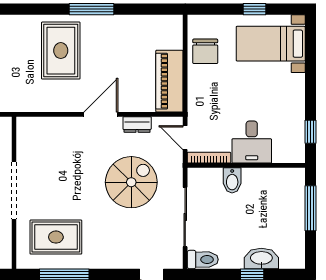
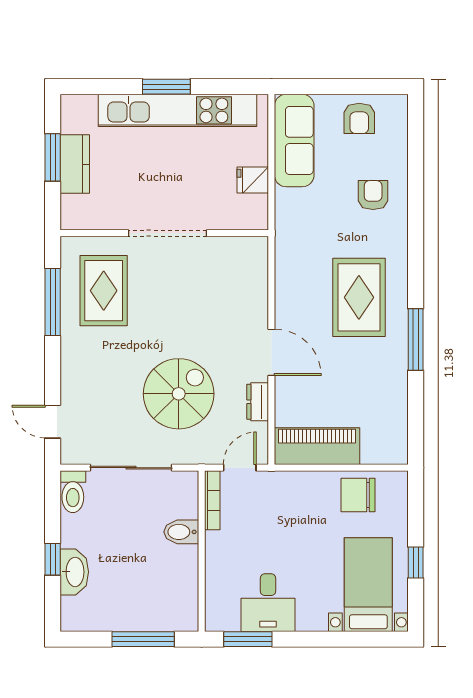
rug: (61, 51) -> (359, 297), turned 90
window: (310, 132) -> (248, 639), width x1.50
desk: (252, 142) -> (268, 603), moved, turned -90
spiral stairs: (131, 182) -> (179, 394), turned -90

